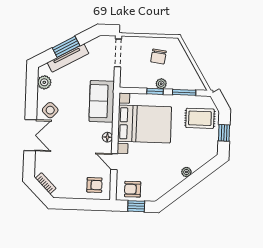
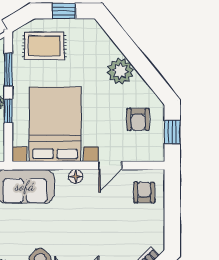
rug: (200, 118) -> (44, 46), turned 90
plant: (186, 172) -> (120, 71), width x1.88, depth x1.88
armchair: (133, 189) -> (138, 119), moved

